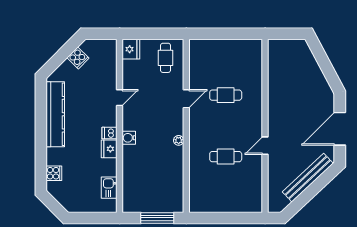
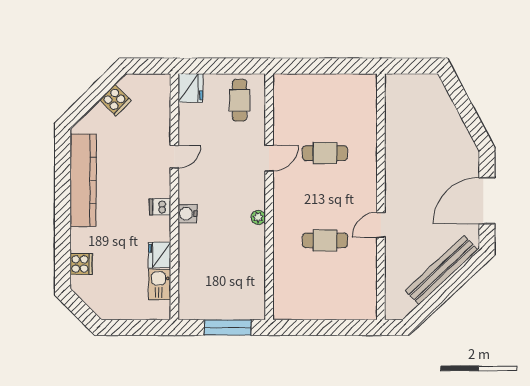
fridge: (109, 149) -> (160, 255), moved

